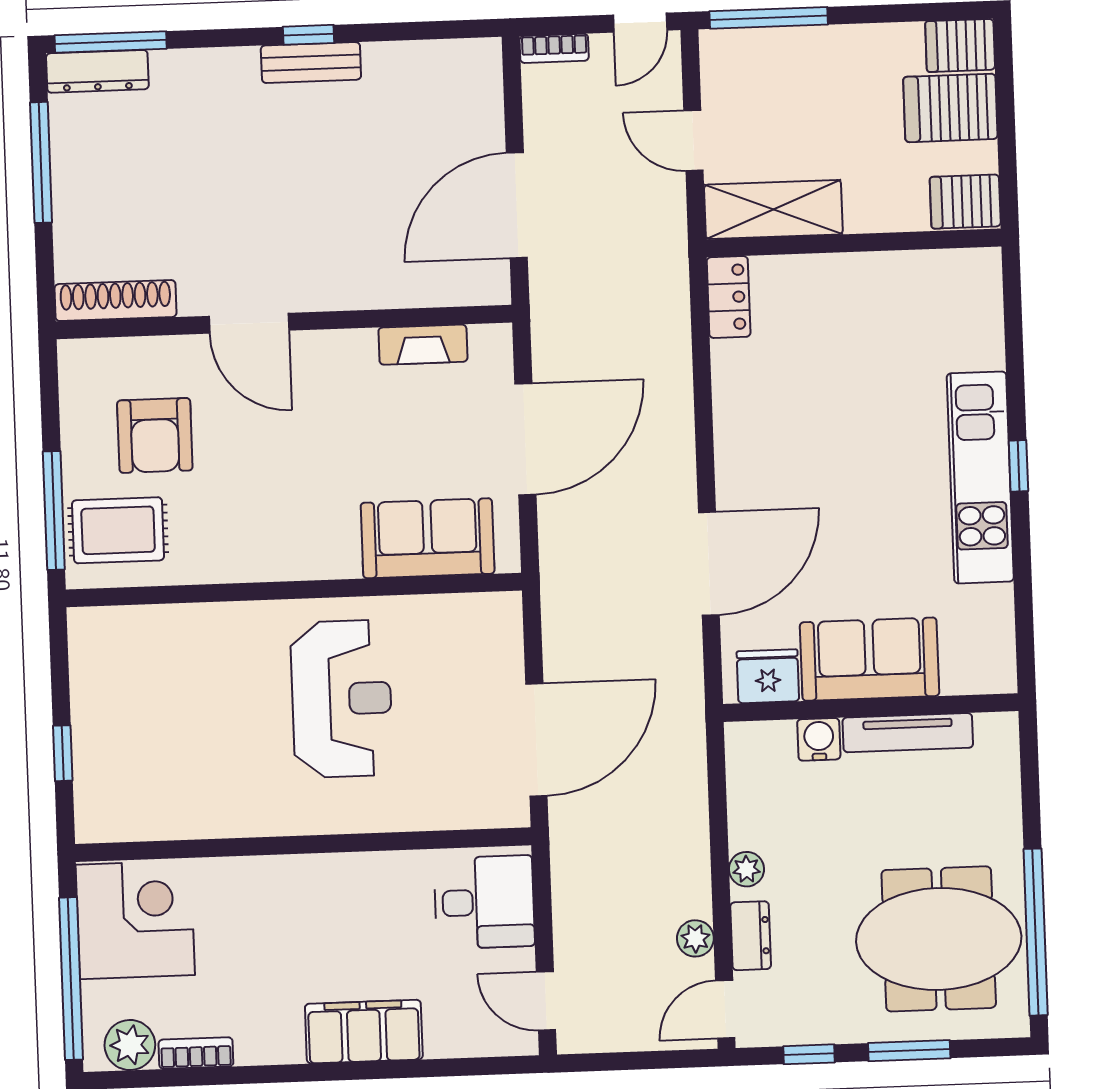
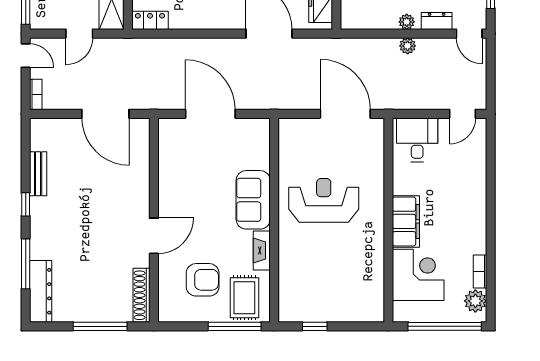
window: (111, 42) -> (26, 264), moved
bench: (311, 63) -> (38, 174), moved
dresser: (97, 71) -> (41, 291), width x1.37, depth x1.24
window: (41, 162) -> (100, 326), moved
fireplace: (423, 345) -> (262, 251), moved, turned 180
sofa: (428, 538) -> (253, 200), moved
window: (63, 753) -> (315, 326), moved
corner desk: (135, 920) -> (418, 275), moved, turned 90
plant: (695, 938) -> (408, 46), moved
filing cabinet: (364, 1032) -> (406, 221), moved, turned 180

